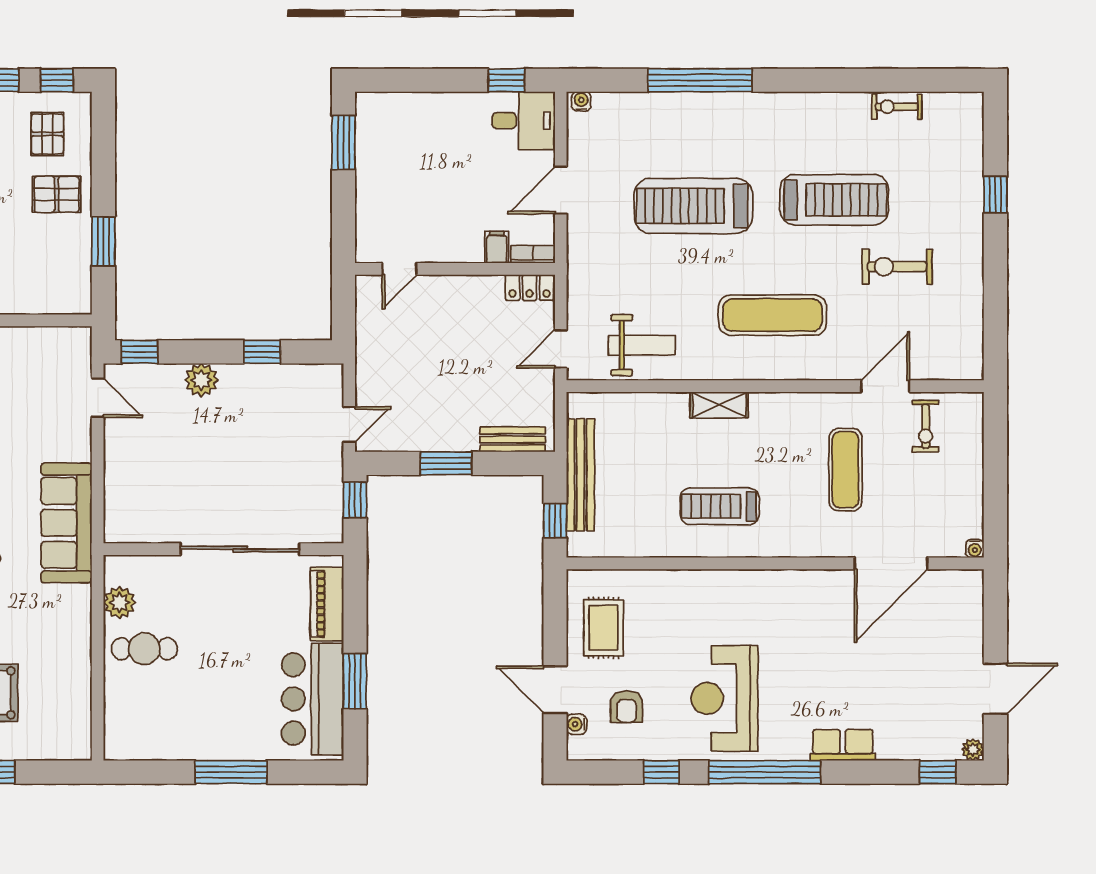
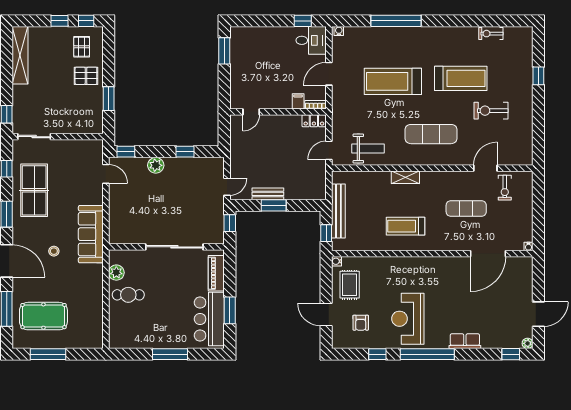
bench: (513, 439) -> (268, 194), moved
exercise mat: (846, 470) -> (466, 209), turned 90
water cooler: (577, 724) -> (337, 261), moved

